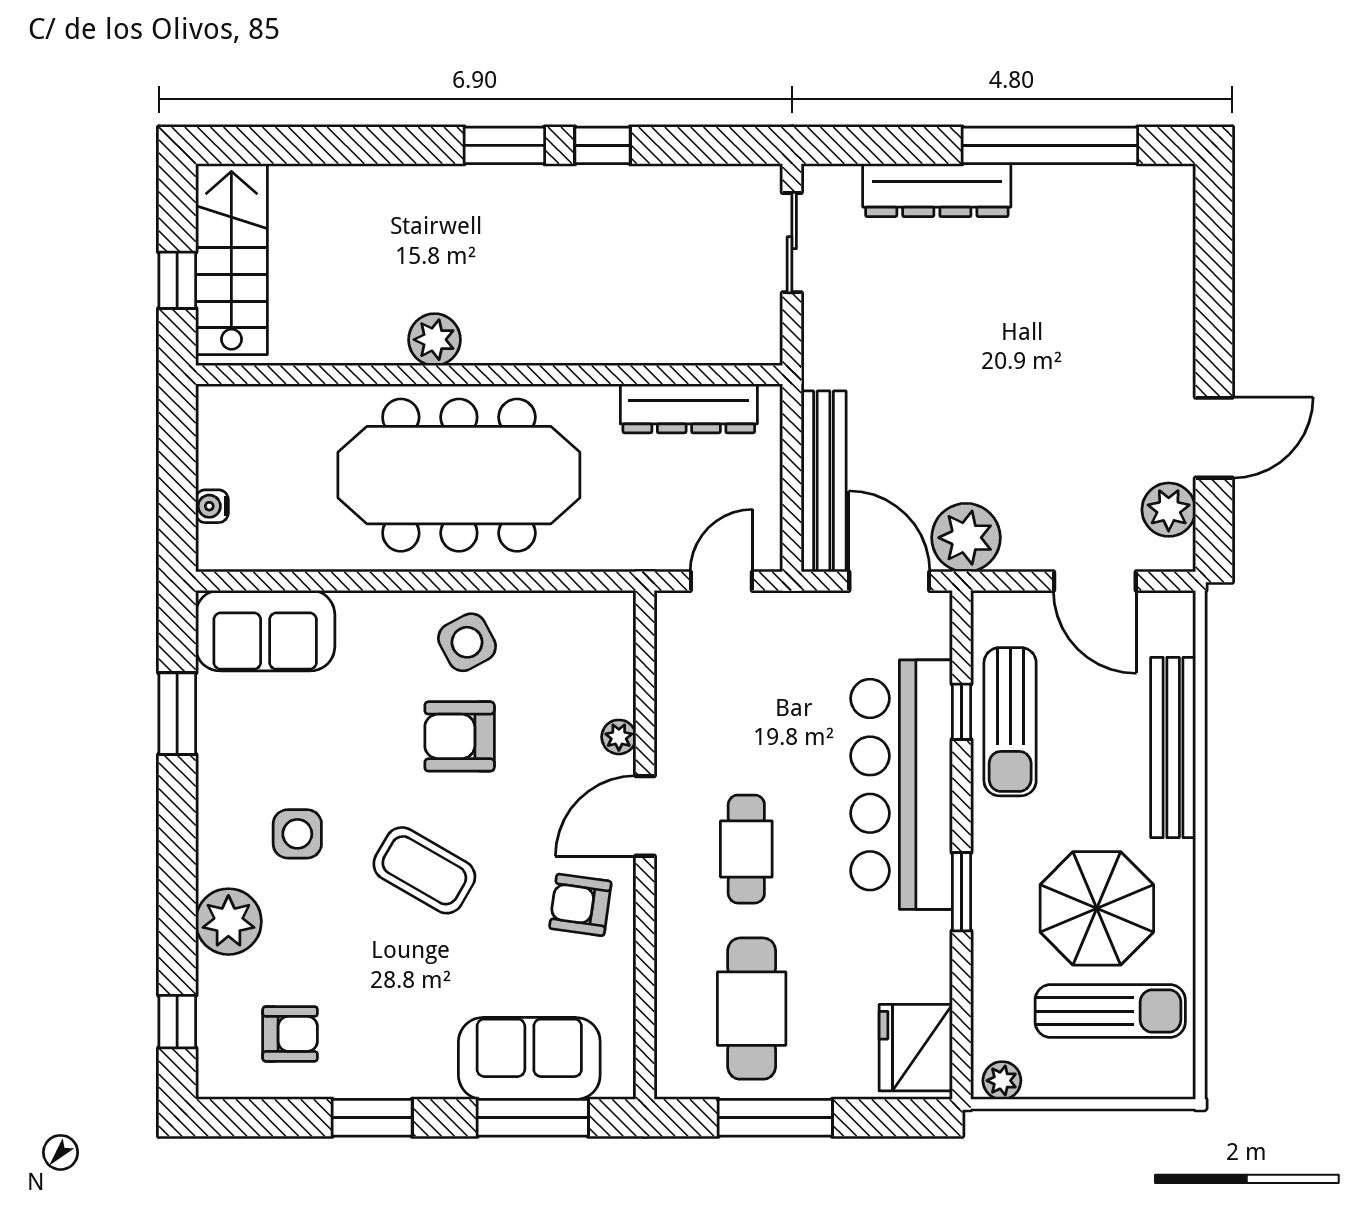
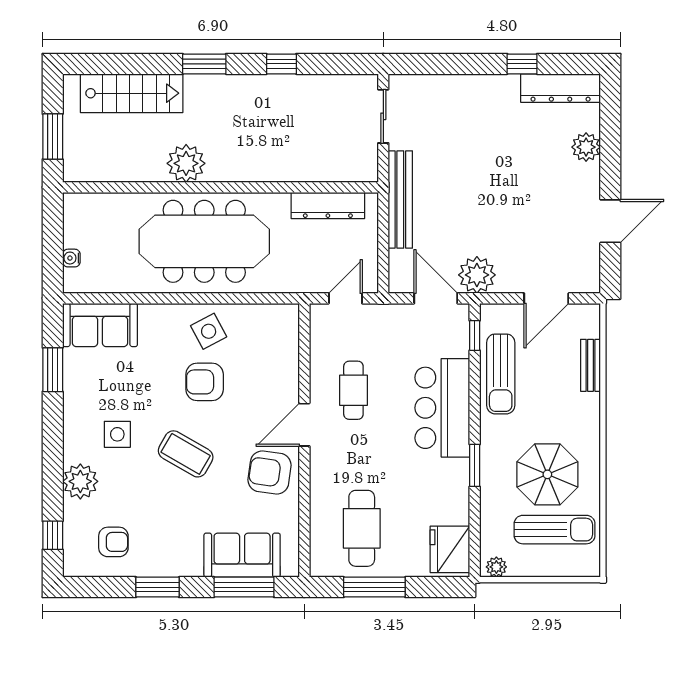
window: (504, 145) -> (204, 64), moved
window: (1050, 145) -> (522, 64), width x0.32
dresser: (937, 190) -> (561, 88), moved
stairs: (231, 259) -> (132, 93), moved, turned 90
window: (177, 280) -> (53, 137), width x1.50
plant: (435, 340) -> (186, 163), width x1.36, depth x1.36
bench: (824, 481) -> (400, 199), moved
plant: (1169, 510) -> (586, 147), moved
door: (1095, 581) -> (546, 298), hinge flipped
window: (962, 712) -> (475, 335), moved
plant: (619, 737) -> (290, 382), removed
bench: (1173, 747) -> (591, 365), width x0.54, depth x0.82
bar counter: (902, 785) -> (442, 408), width x0.73
cafe table: (746, 849) -> (353, 390), moved
armchair: (580, 905) -> (270, 473), width x1.38, depth x1.38

